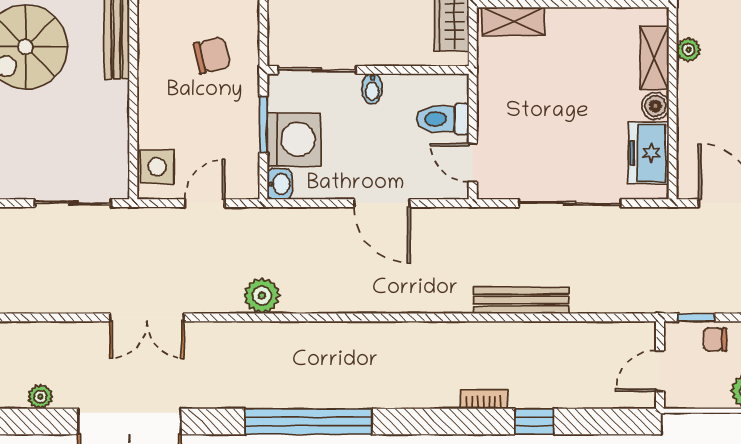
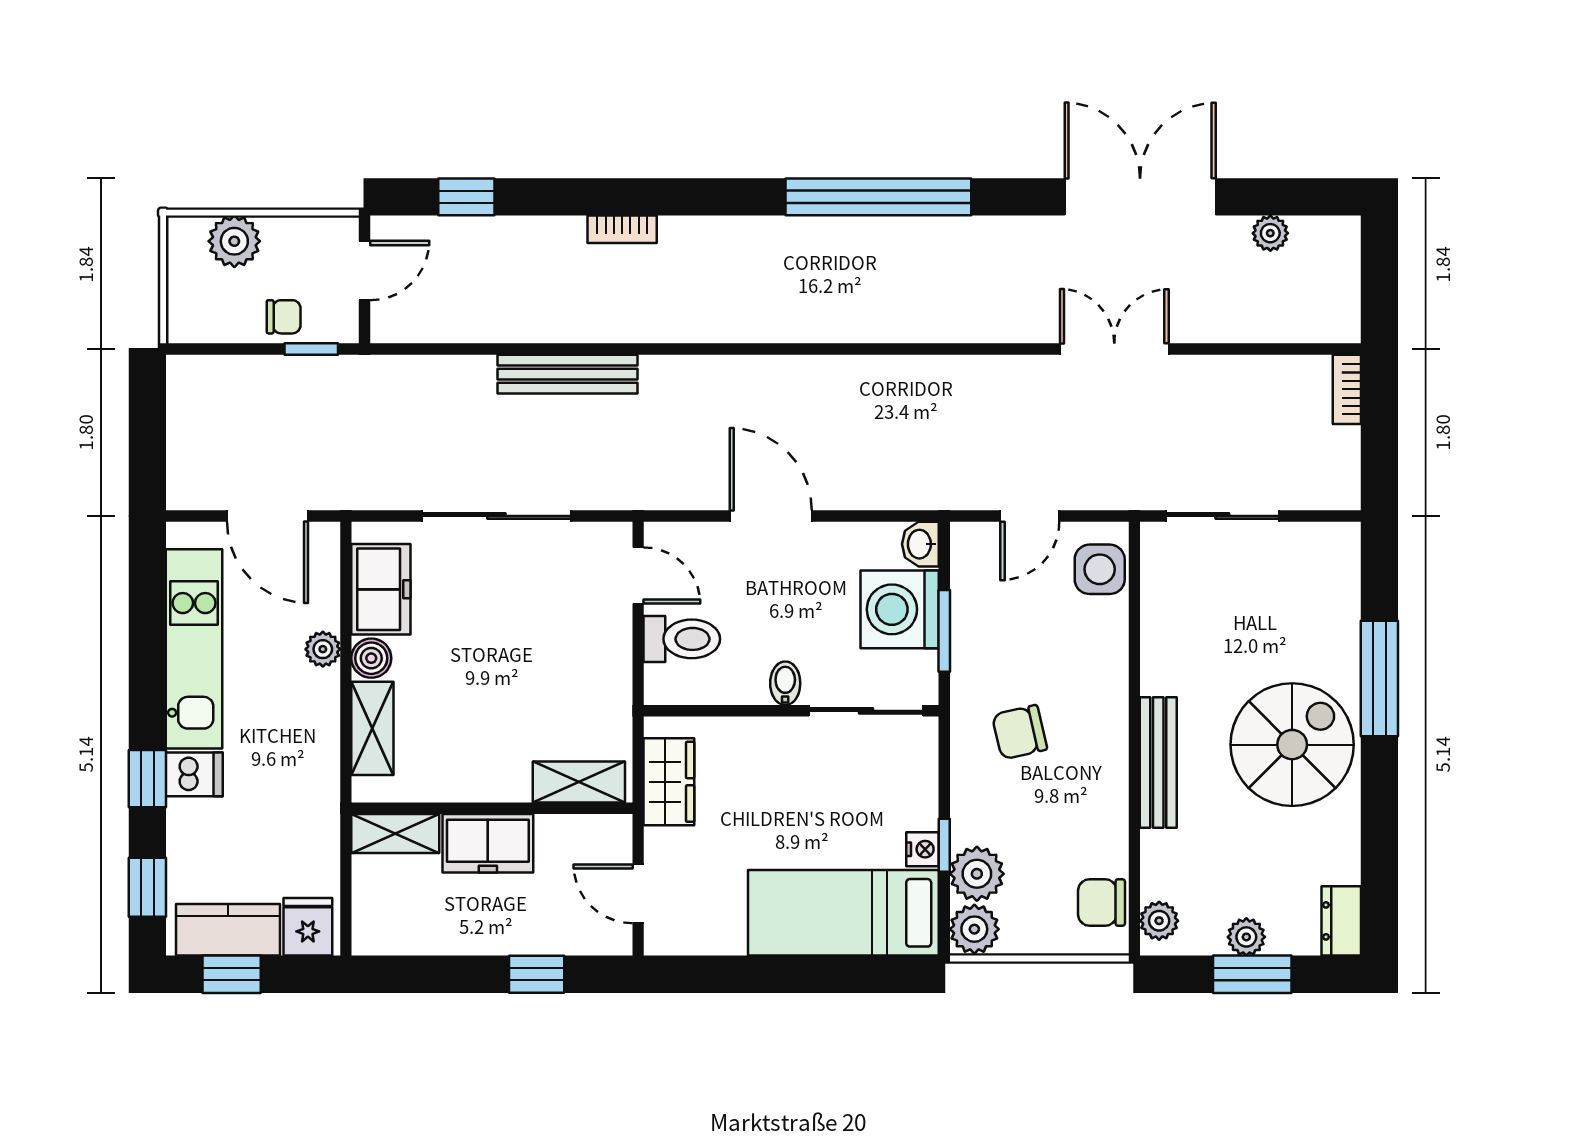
plant: (688, 50) -> (323, 649), moved
plant: (262, 296) -> (946, 381), removed
window: (534, 421) -> (466, 197), moved

